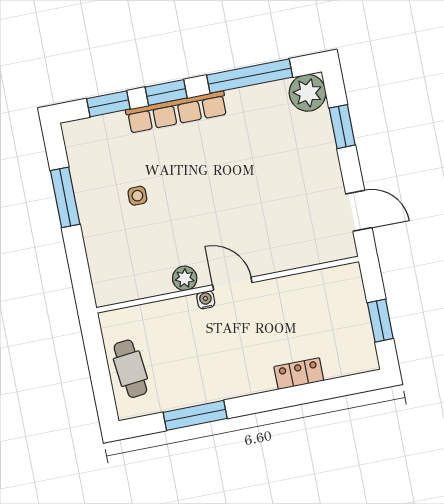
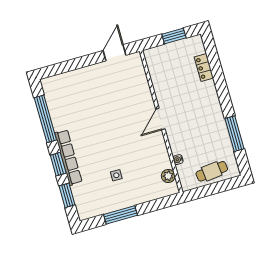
plant: (308, 93) -> (52, 86), removed
window: (342, 127) -> (69, 66), removed
plant: (185, 278) -> (168, 176), moved
water cooler: (206, 300) -> (178, 160), moved
locker: (299, 374) -> (204, 68), moved

